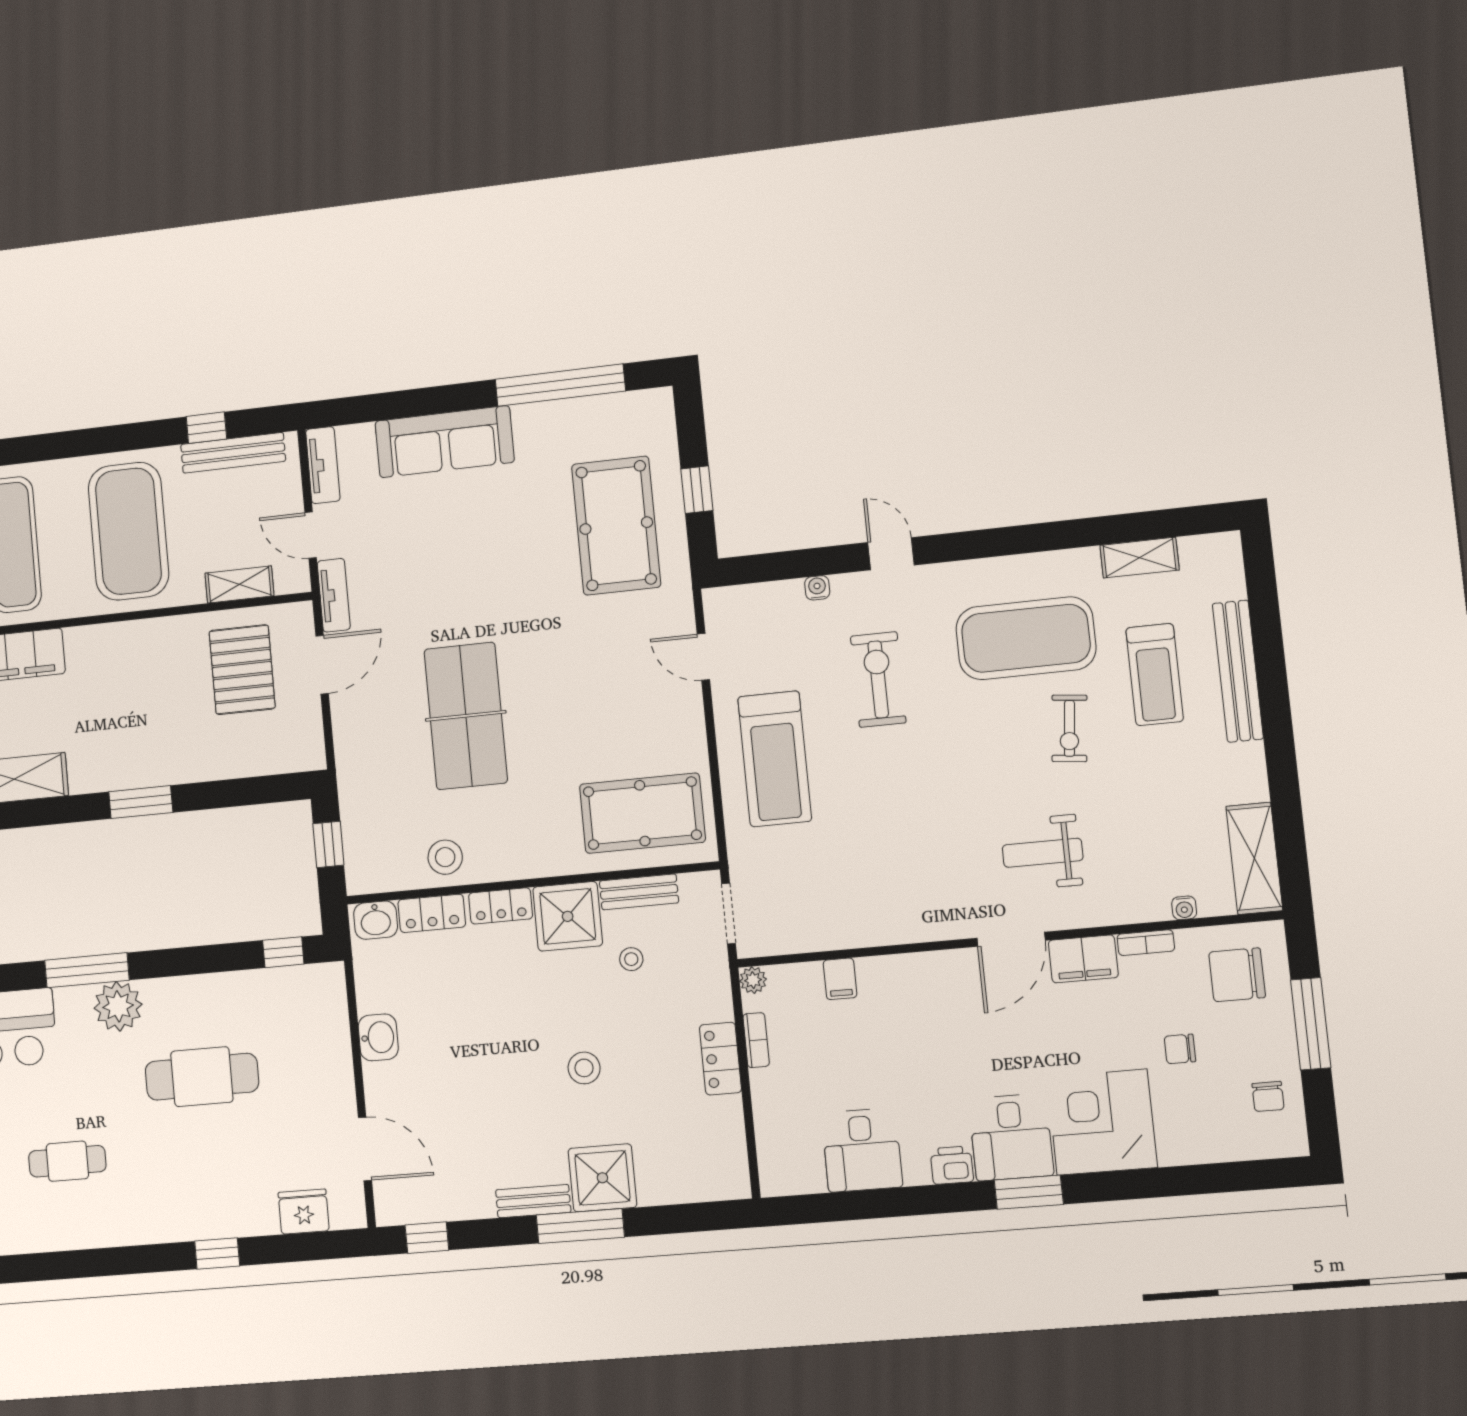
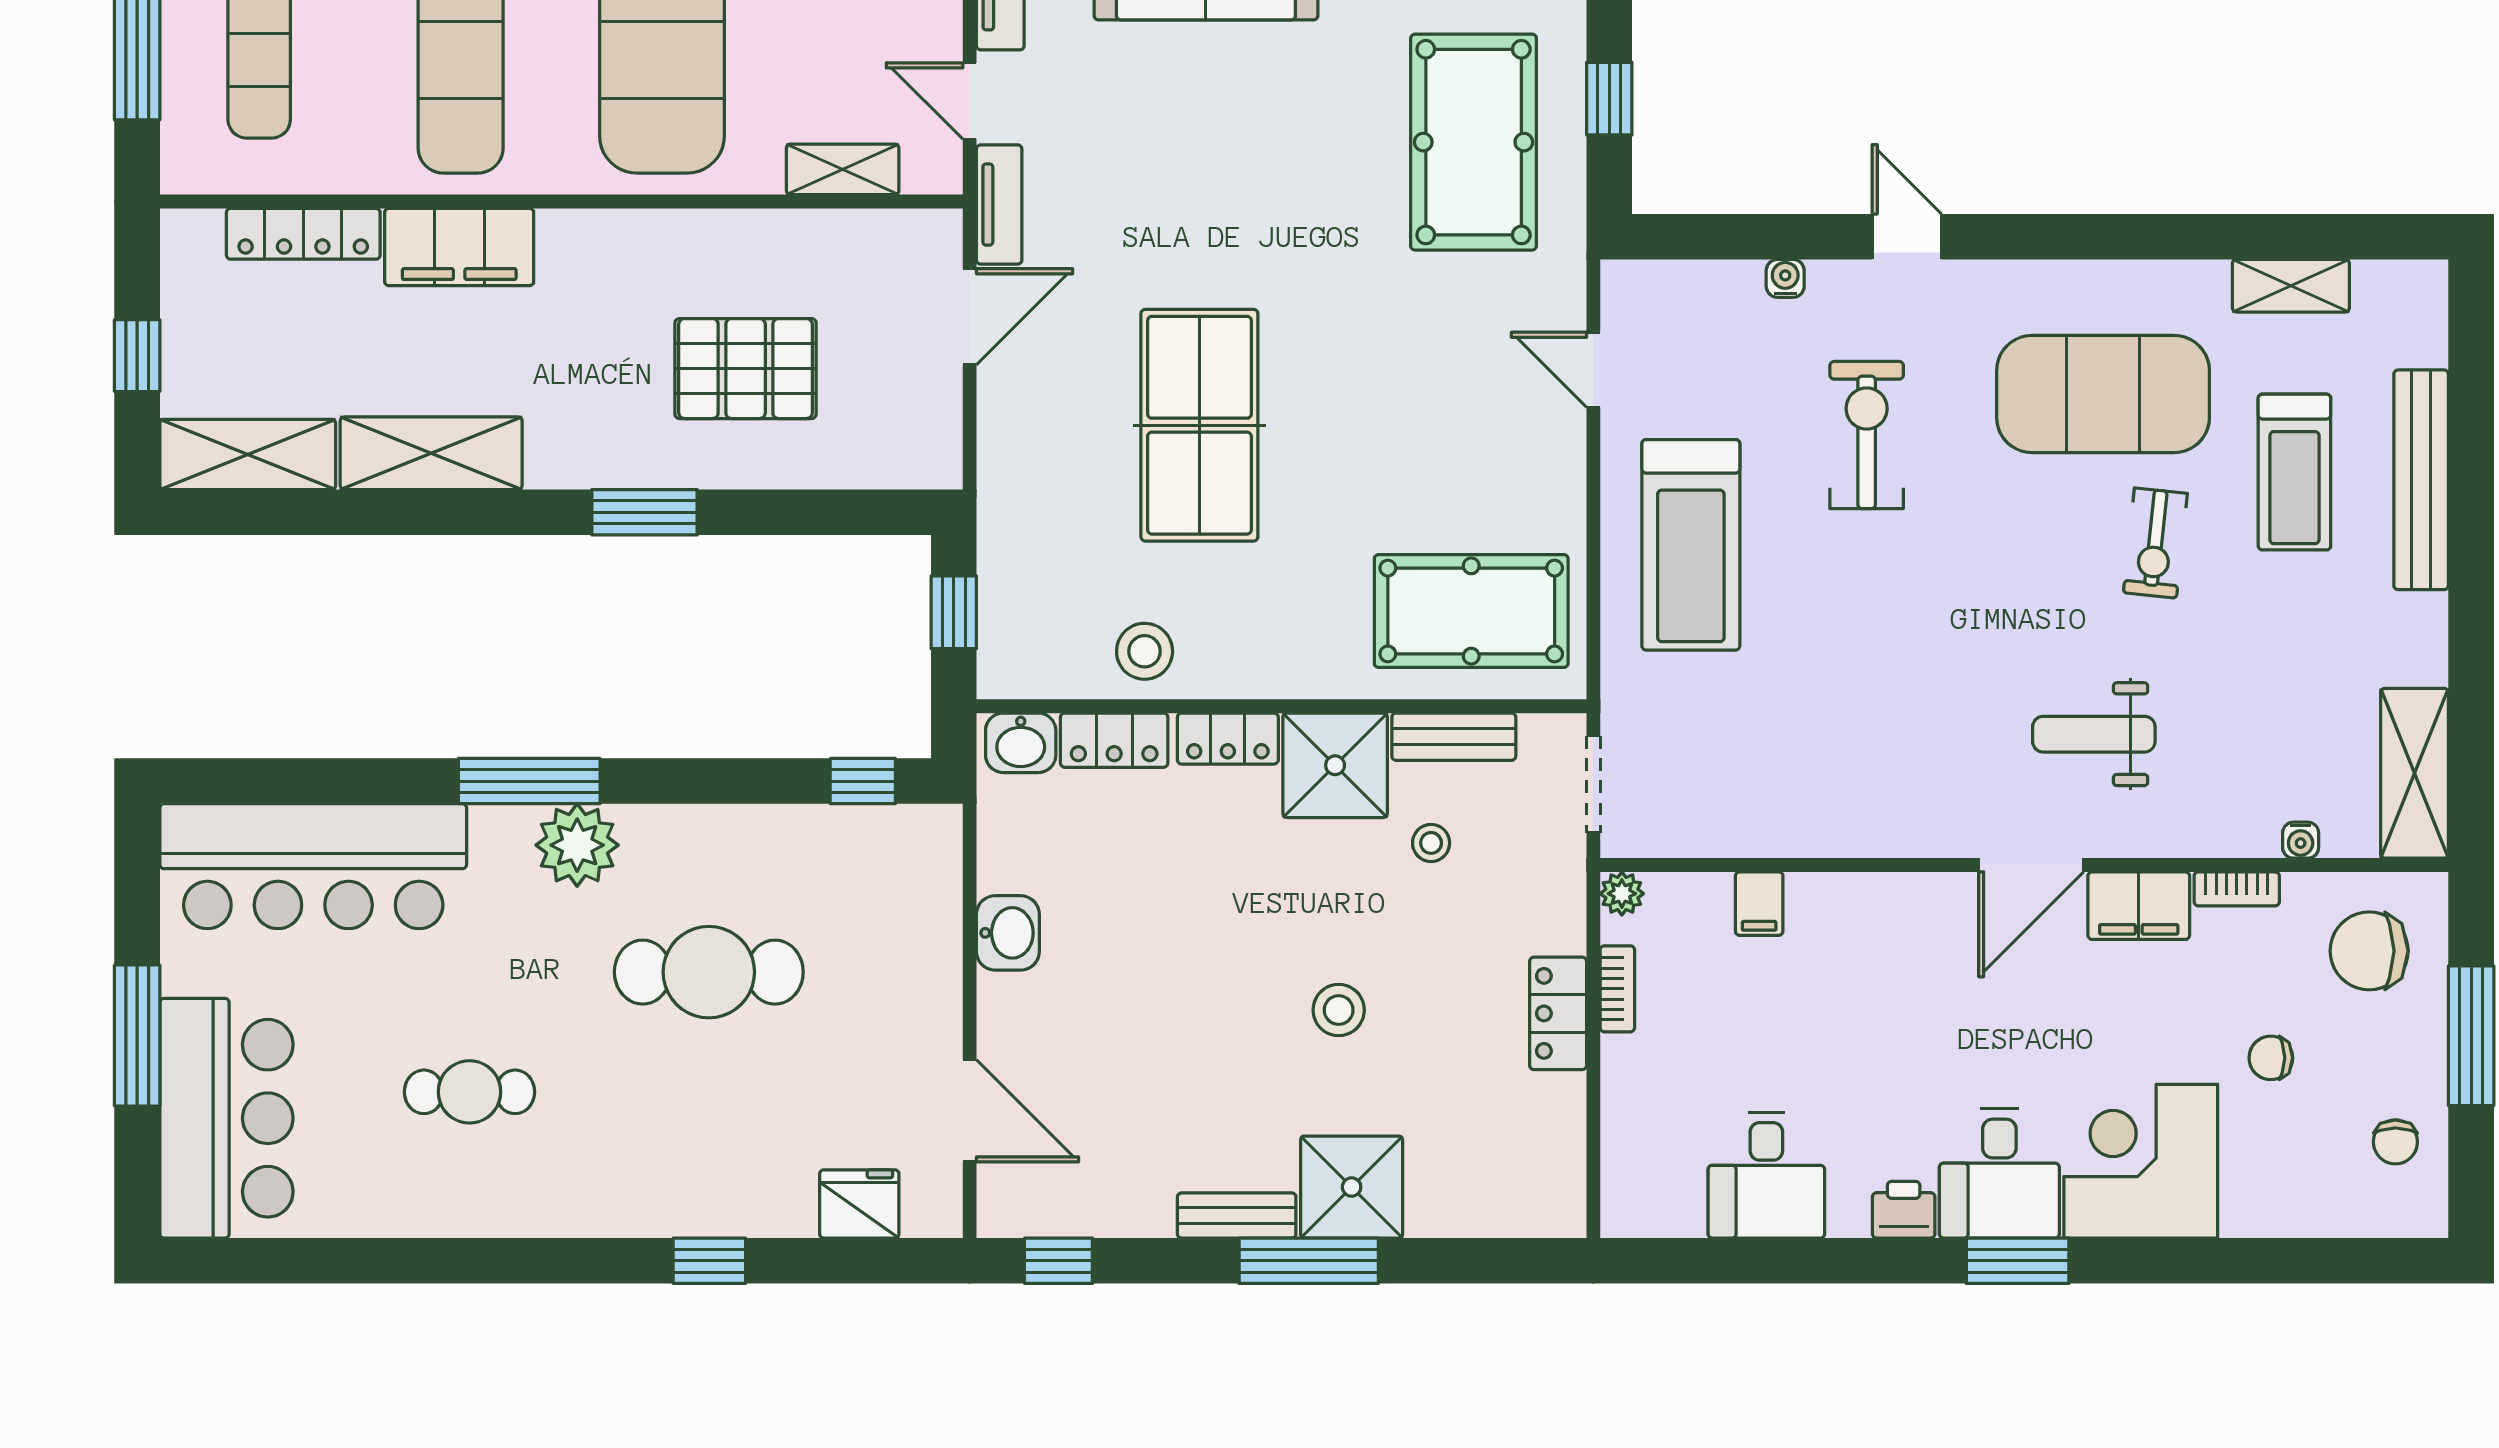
pallet: (242, 670) -> (746, 369), moved, turned 90

